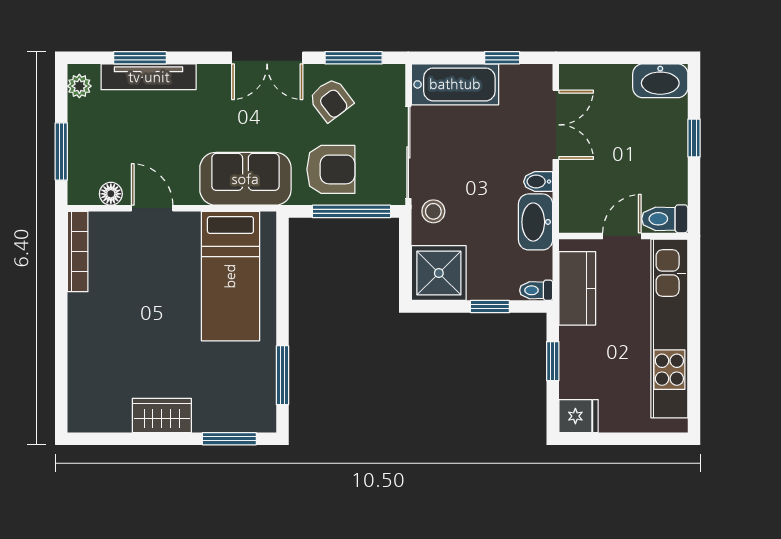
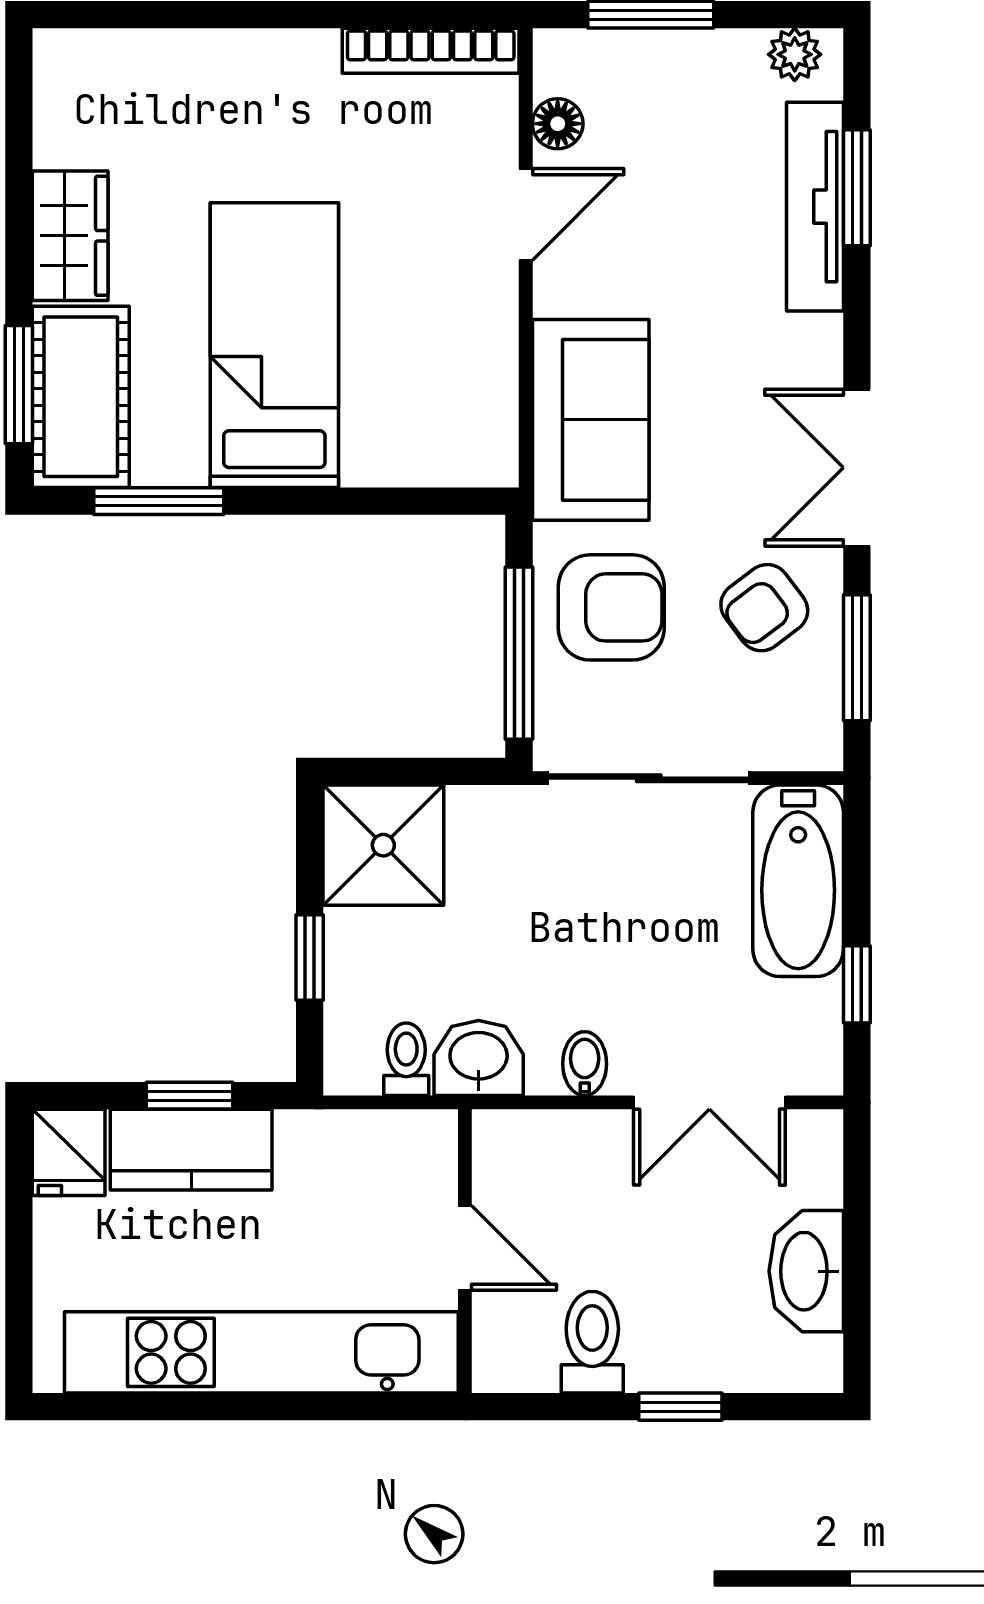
washbasin: (660, 81) -> (806, 1271), moved
armchair: (331, 169) -> (611, 607), turned -90
stool: (433, 211) -> (519, 833), removed
toilet: (665, 219) -> (592, 1342), moved
washbasin: (536, 222) -> (479, 1058), width x0.72
bed: (230, 276) -> (274, 345), moved, turned 90
kitchen counter: (577, 288) -> (191, 1150), moved
toilet: (536, 290) -> (406, 1059), moved
cot: (235, 411) -> (81, 397), added

